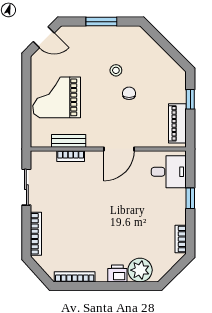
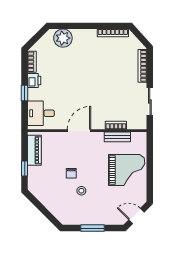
printer: (117, 274) -> (34, 81), moved, turned -90

